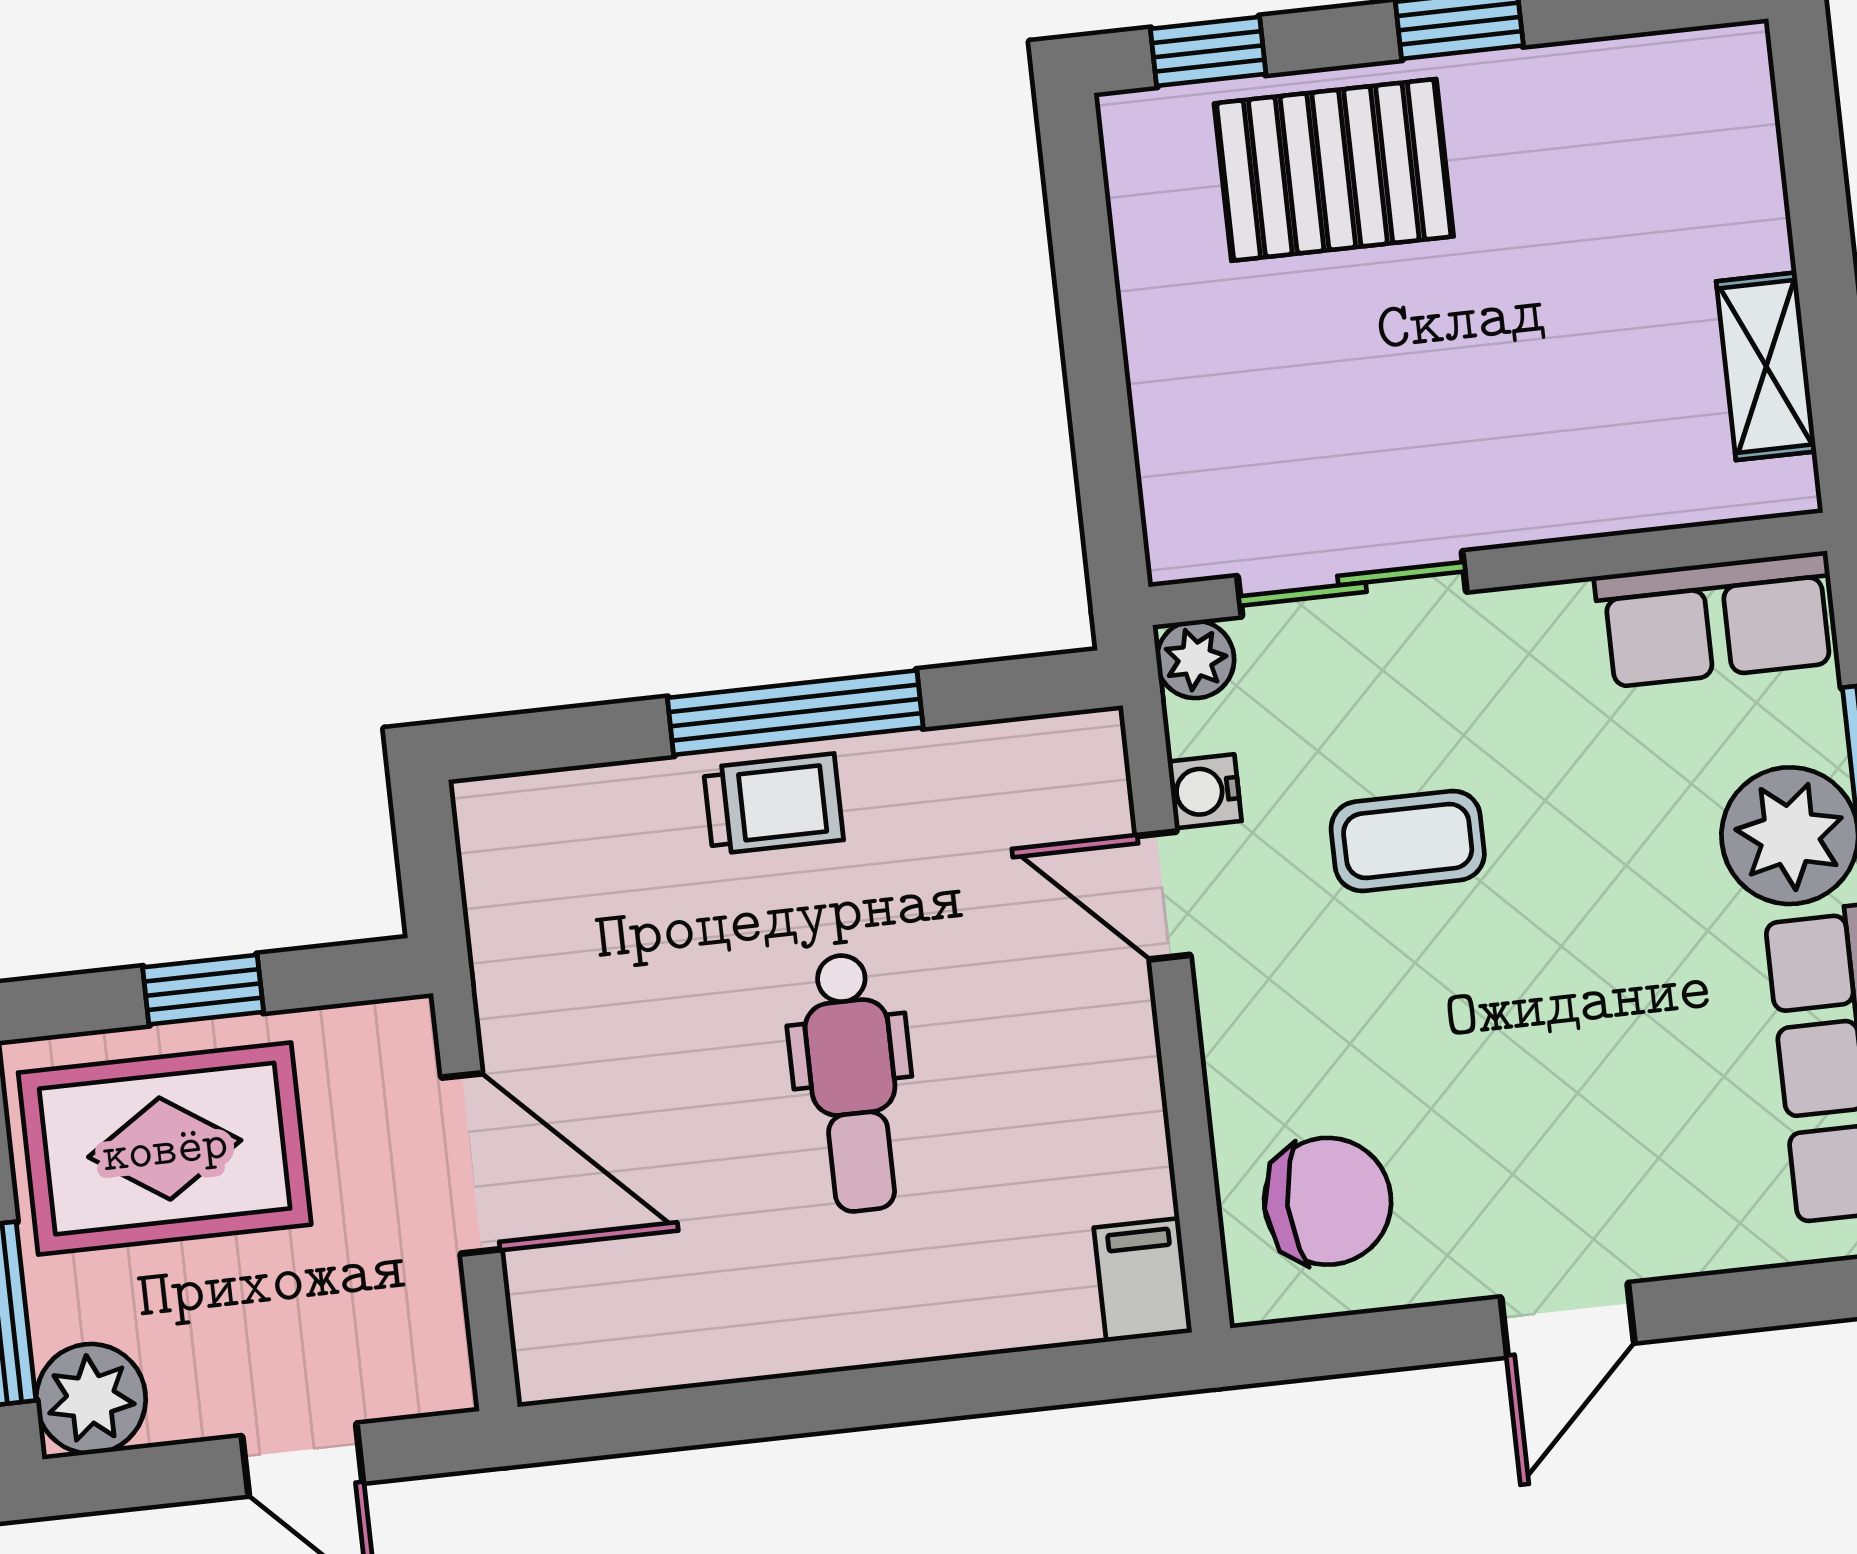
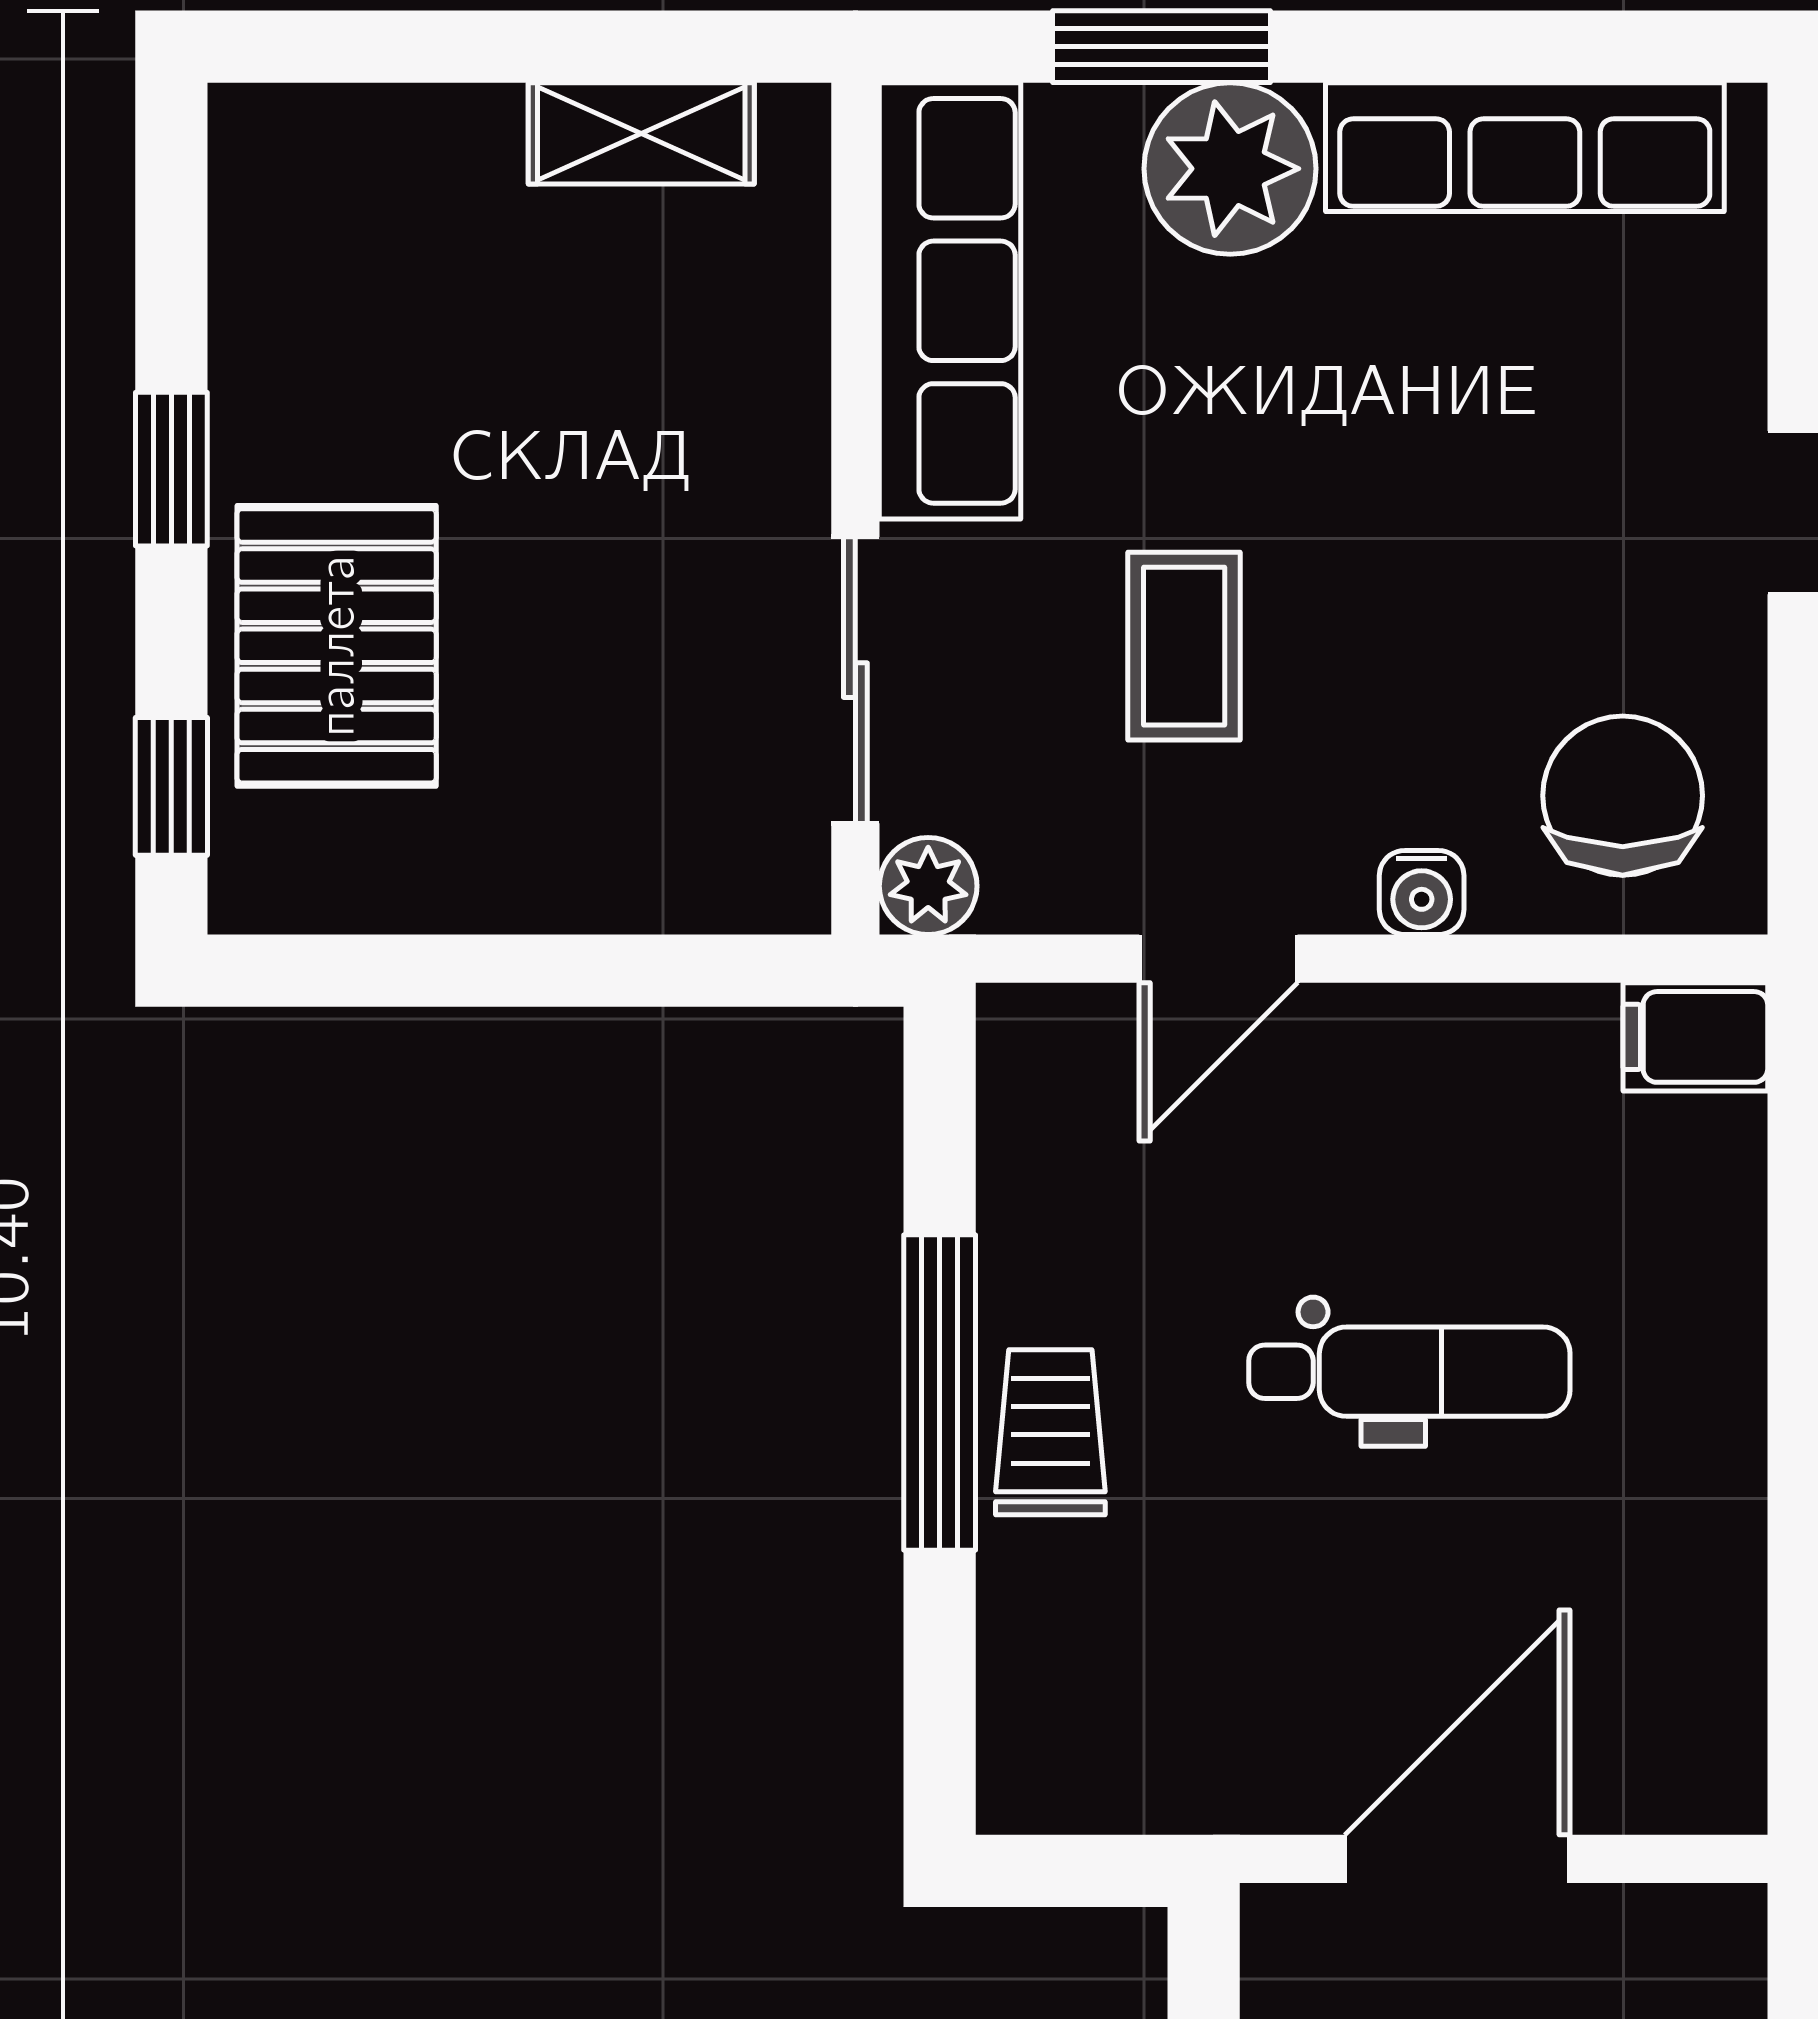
row of seats: (1717, 619) -> (950, 301), width x1.48
water cooler: (1205, 791) -> (1422, 893), moved

